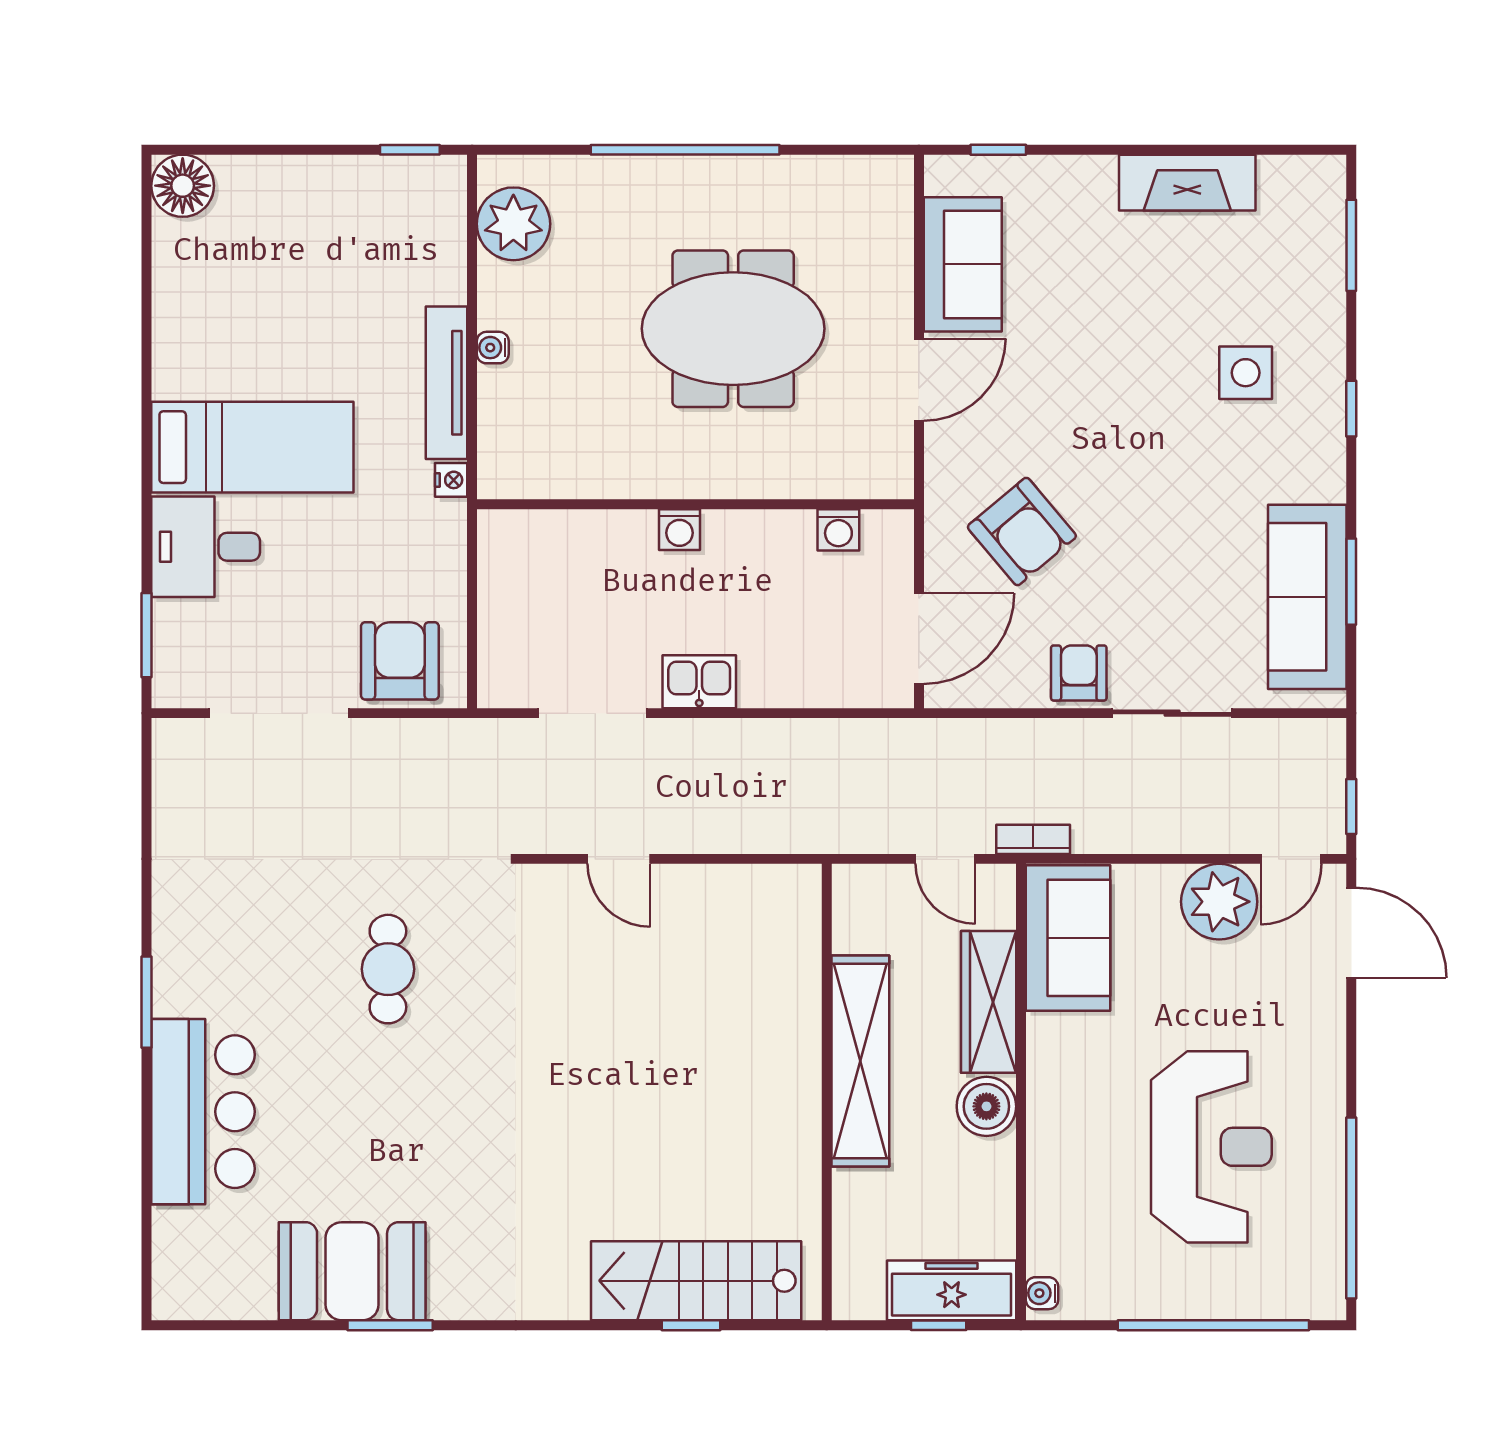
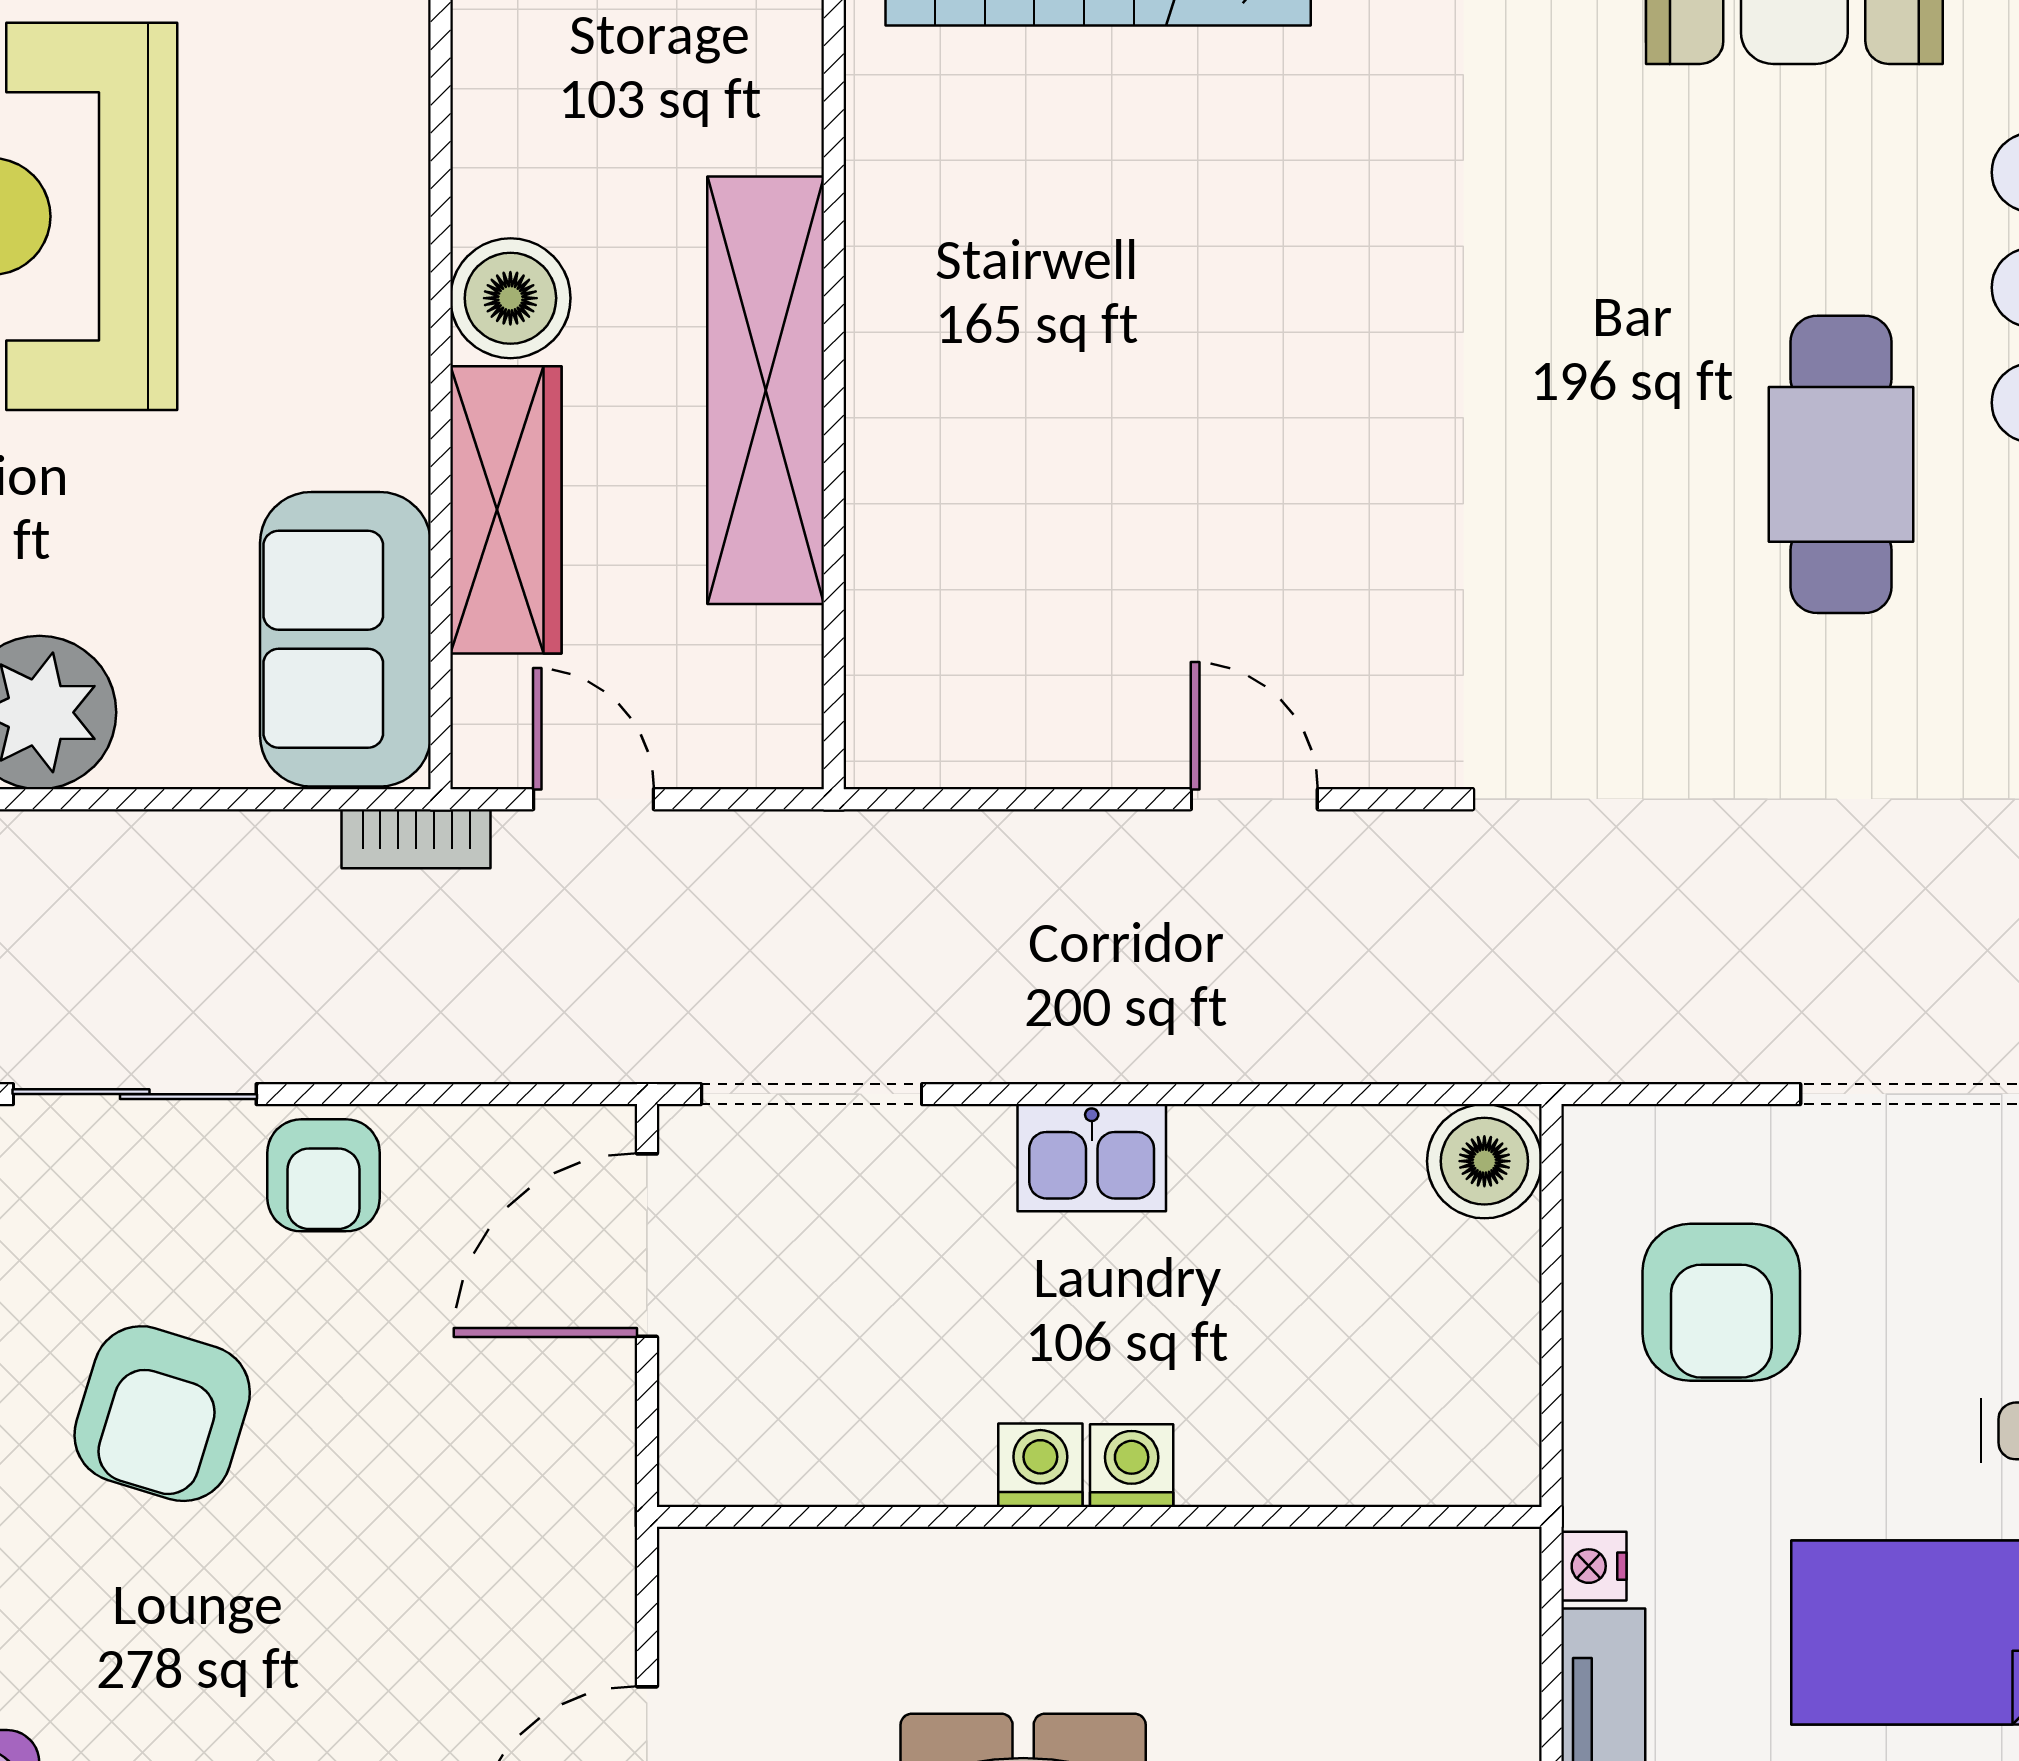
washing machine: (838, 530) -> (1040, 1465), moved
armchair: (1022, 532) -> (162, 1414), moved, turned -123
armchair: (400, 661) -> (1721, 1302), moved
boiler: (505, 680) -> (1484, 1161), added
doorway: (592, 713) -> (812, 1094), moved
cafe table: (388, 969) -> (1841, 464), moved, width x1.37, depth x1.35

